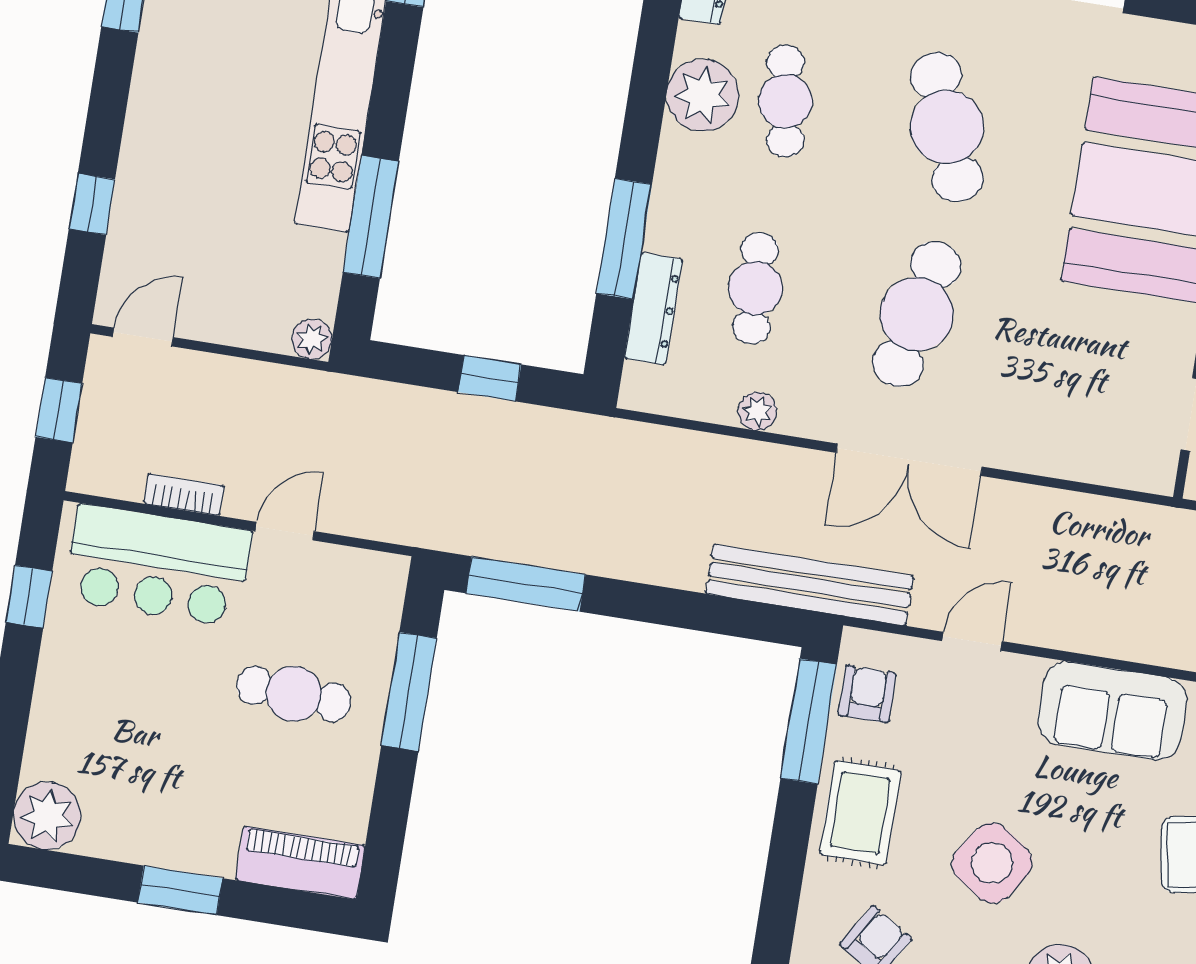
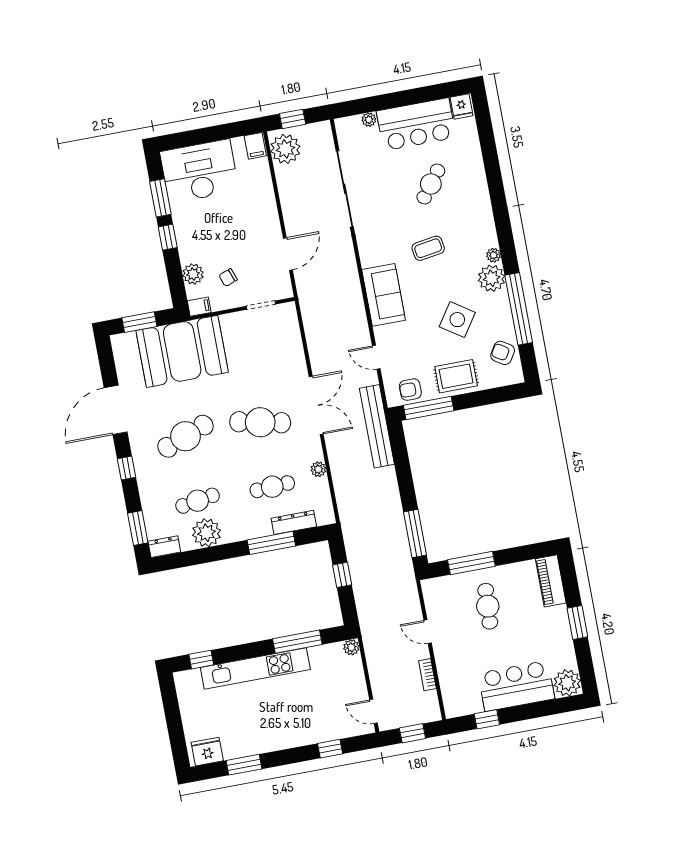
bar counter: (158, 565) -> (516, 686), moved, turned -90

